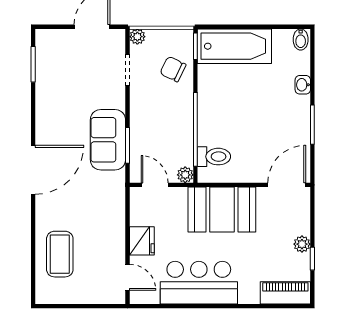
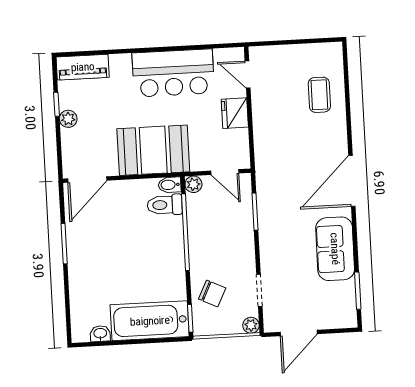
bidet: (301, 39) -> (170, 185), moved, turned -90
washbasin: (303, 85) -> (100, 334), moved, turned -90
sofa: (108, 140) -> (335, 249), moved, turned 180
coffee table: (60, 254) -> (319, 95), width x0.73, depth x0.77

